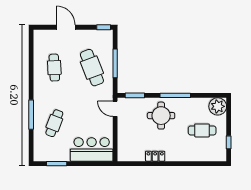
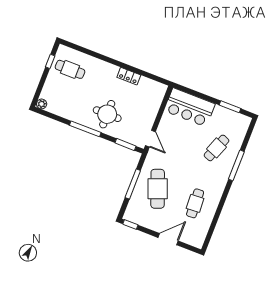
door: (66, 27) -> (168, 239), swing flipped
plant: (218, 106) -> (42, 104), width x0.53, depth x0.53
cafe table: (202, 130) -> (70, 69), moved

